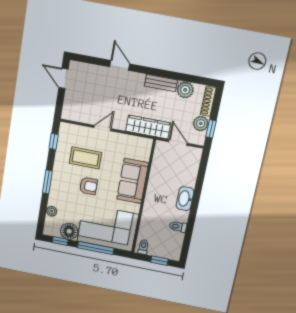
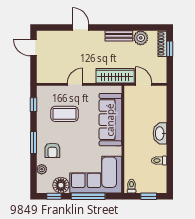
plant: (201, 124) -> (160, 64), removed
window: (211, 129) -> (170, 49), moved
sofa: (133, 181) -> (110, 120), width x1.36
armchair: (88, 186) -> (52, 150), moved, turned 90

